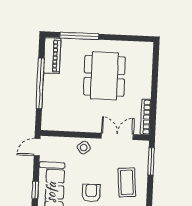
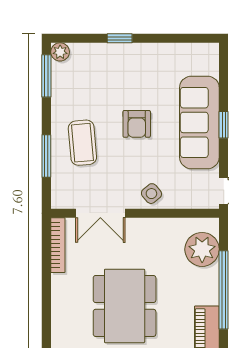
plant: (53, 110) -> (202, 249), added
window: (151, 161) -> (46, 156), moved

